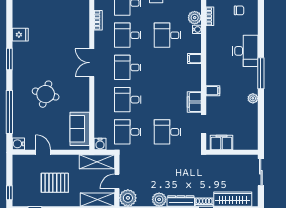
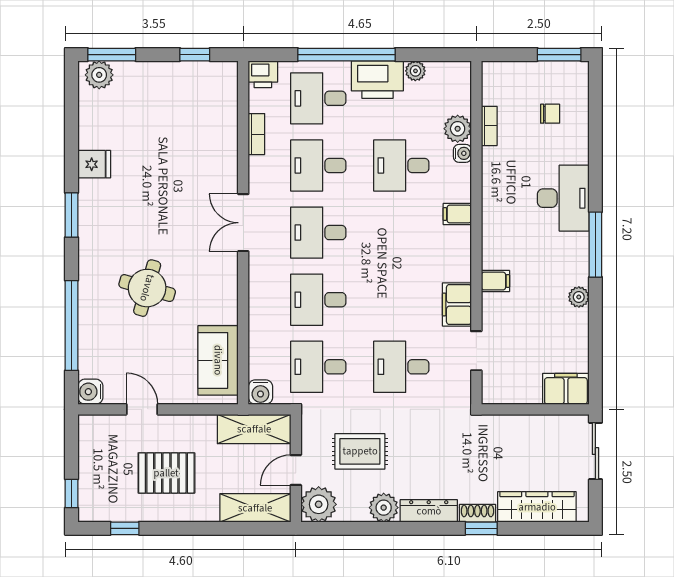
filing cabinet: (221, 142) -> (566, 389), moved
rug: (148, 172) -> (360, 451), added

